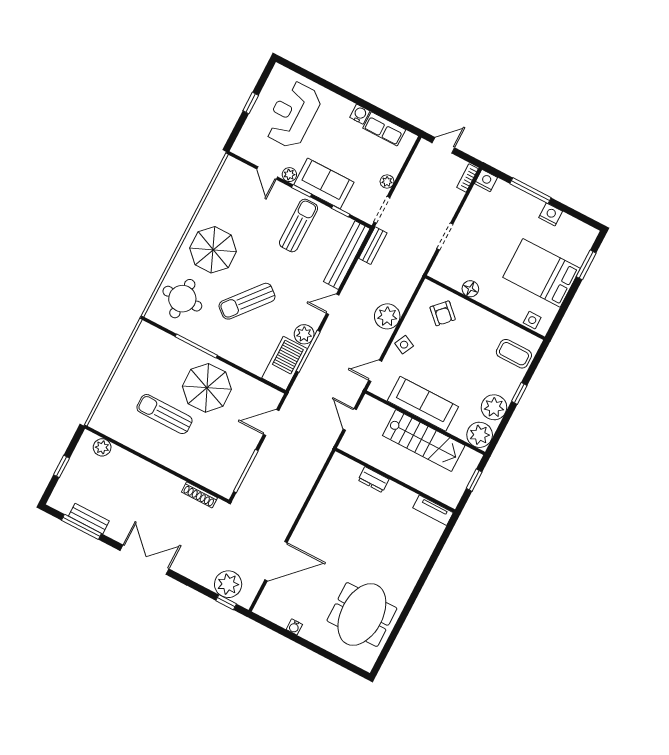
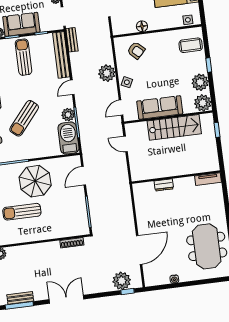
dresser: (373, 480) -> (164, 185), moved
wall: (395, 480) -> (176, 177), moved
tv unit: (433, 510) -> (208, 179), moved

